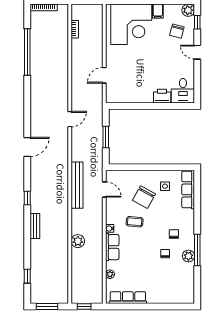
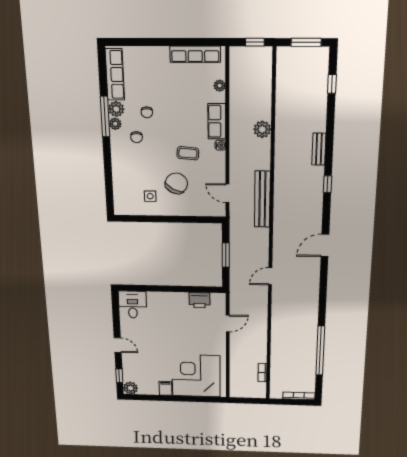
chair: (177, 31) -> (143, 367), removed
printer: (162, 96) -> (199, 300), moved
row of seats: (188, 189) -> (115, 74), moved
plant: (190, 244) -> (115, 124), added

